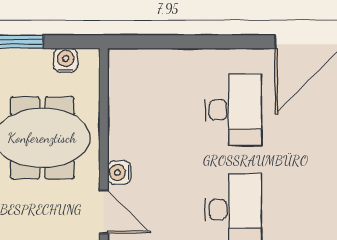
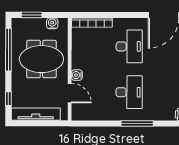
bookcase: (152, 58) -> (92, 23), added

